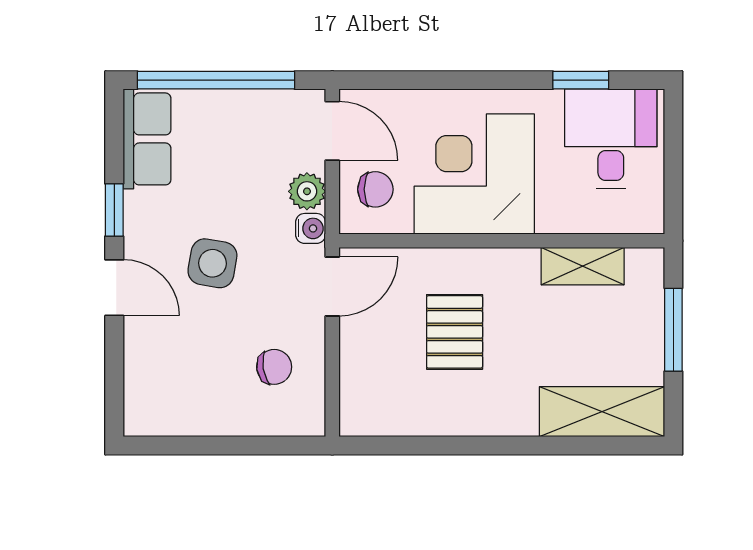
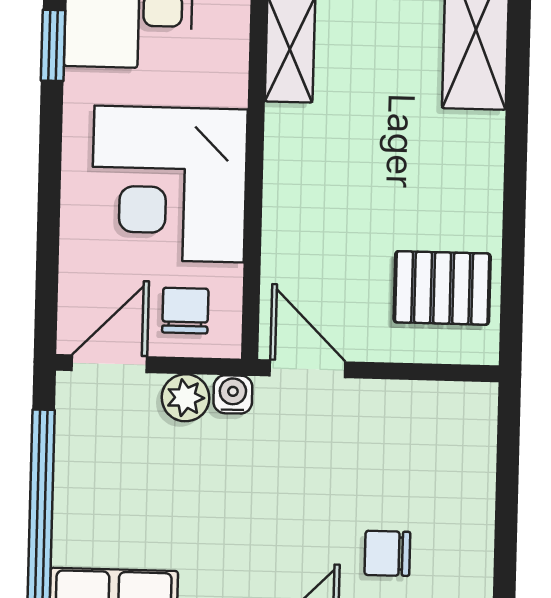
side table: (212, 263) -> (274, 520), removed
pallet: (455, 332) -> (442, 288), moved
chair: (274, 367) -> (387, 553), moved, turned -81

